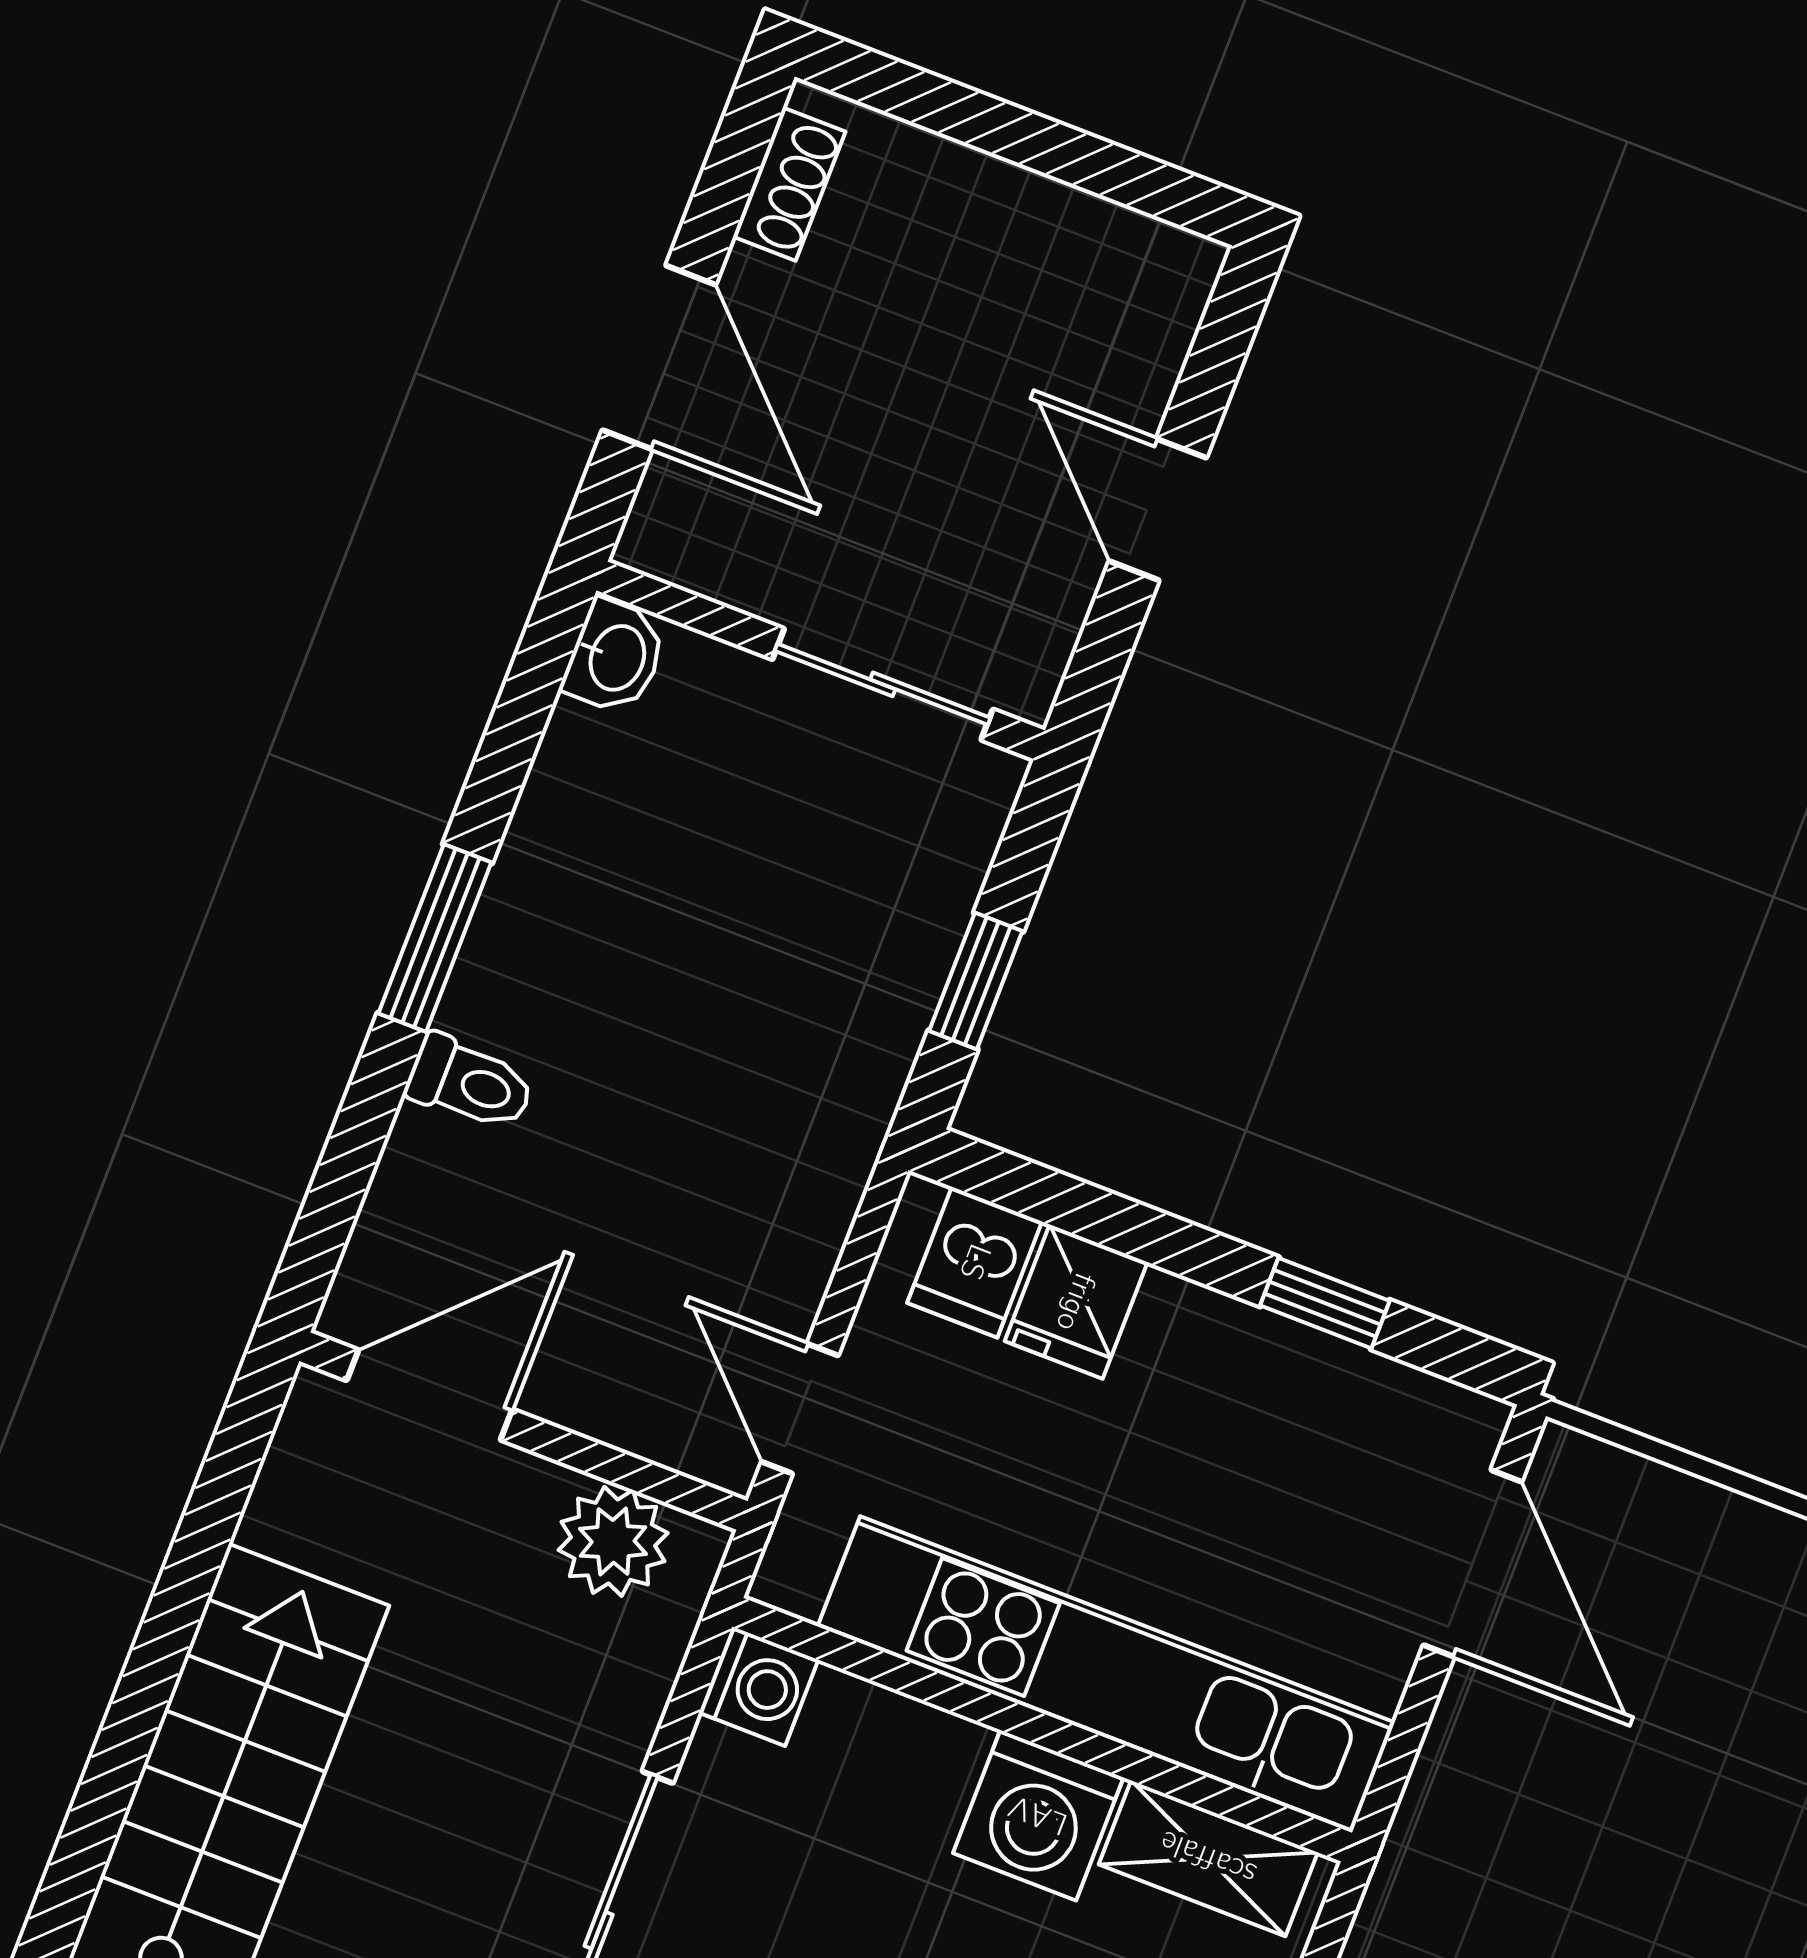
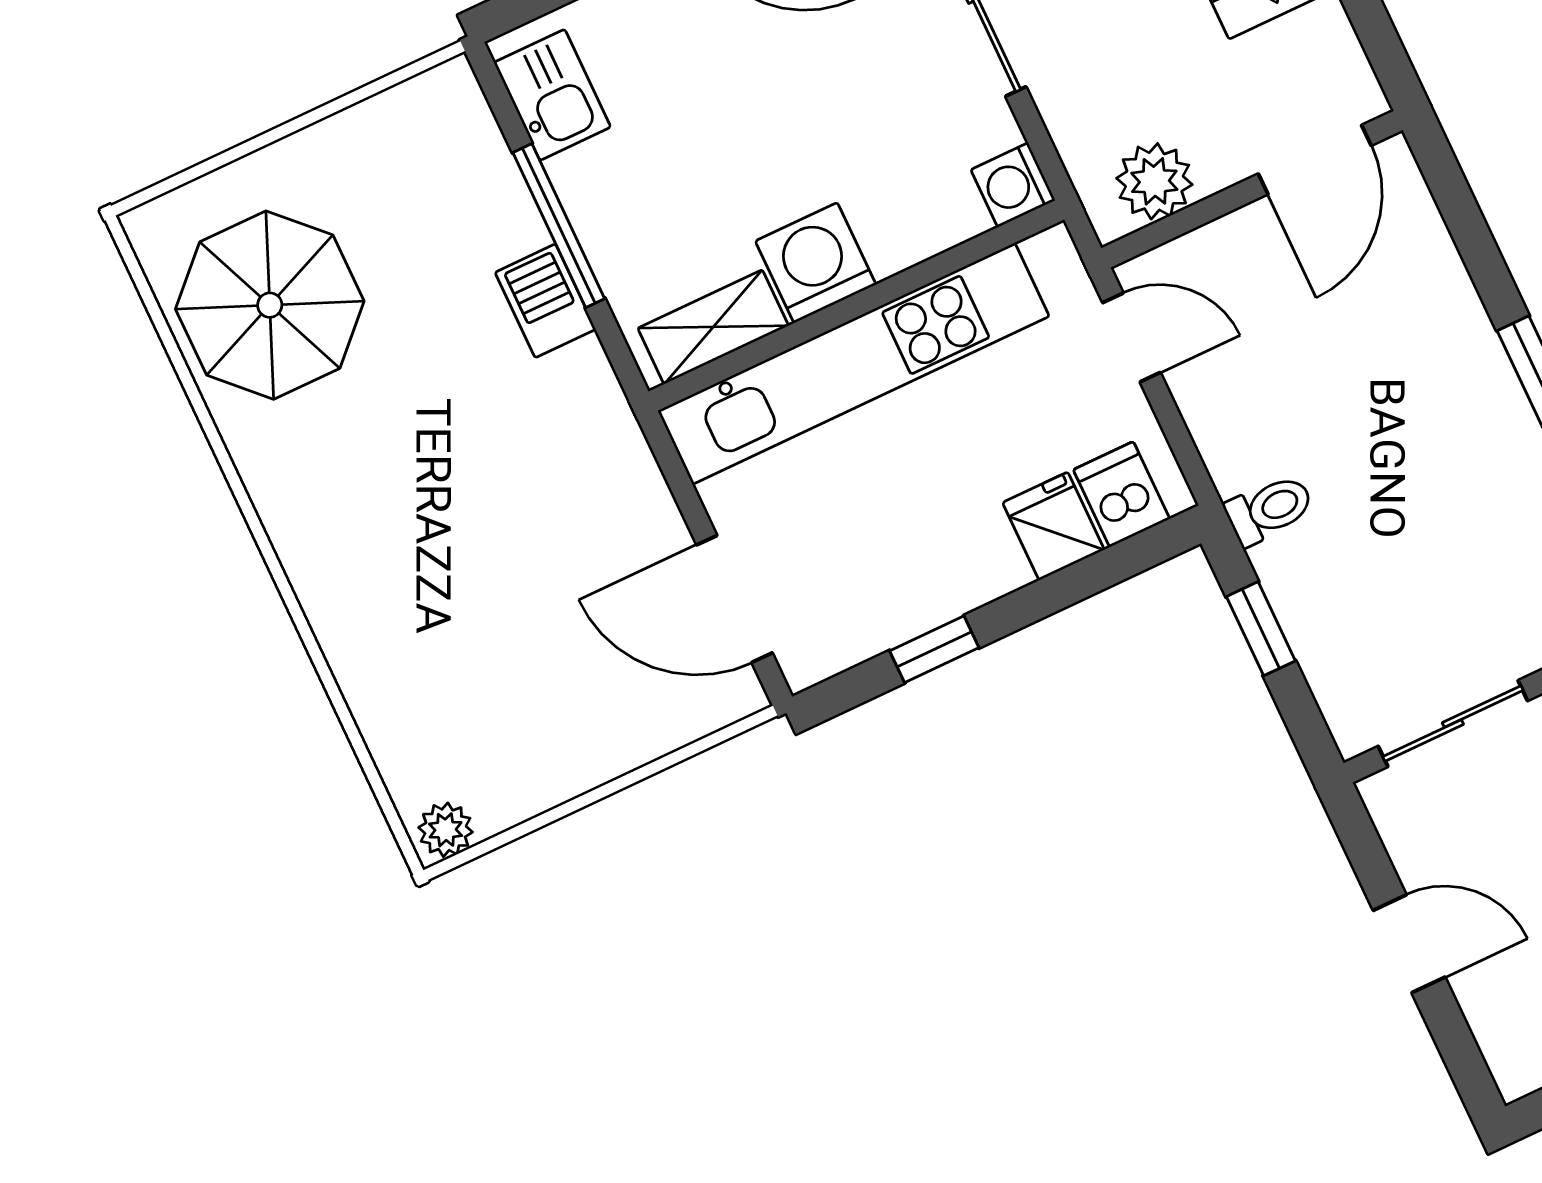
toilet: (470, 1083) -> (1269, 509), moved, turned 180

